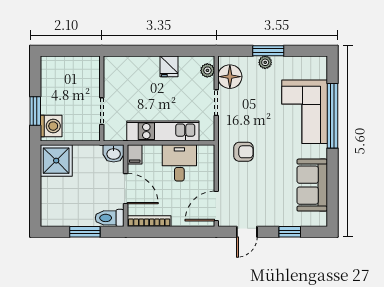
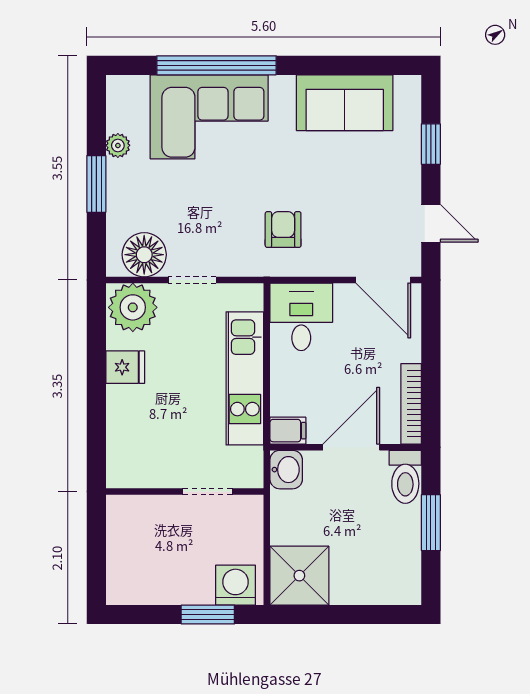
plant: (265, 62) -> (118, 145), moved
plant: (207, 70) -> (133, 307), width x1.87, depth x1.87
desk: (179, 163) -> (301, 317), moved, turned 90

